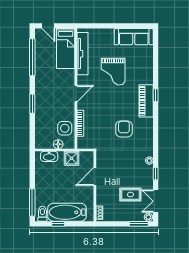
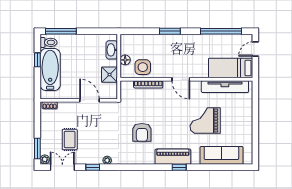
sofa: (134, 37) -> (221, 155), moved, turned 90
armchair: (124, 129) -> (142, 132), turned 90

